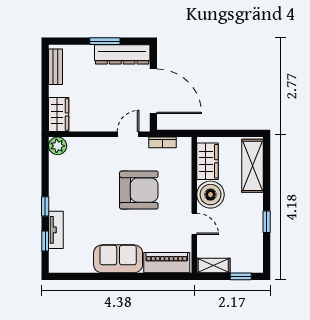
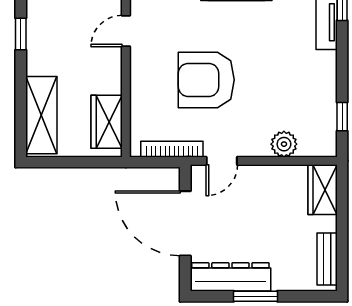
bookcase: (162, 142) -> (172, 149), width x1.56
plant: (58, 146) -> (284, 144), moved
boiler: (210, 195) -> (102, 73), removed
window: (45, 206) -> (342, 117), moved
door: (194, 224) -> (126, 31), hinge flipped

